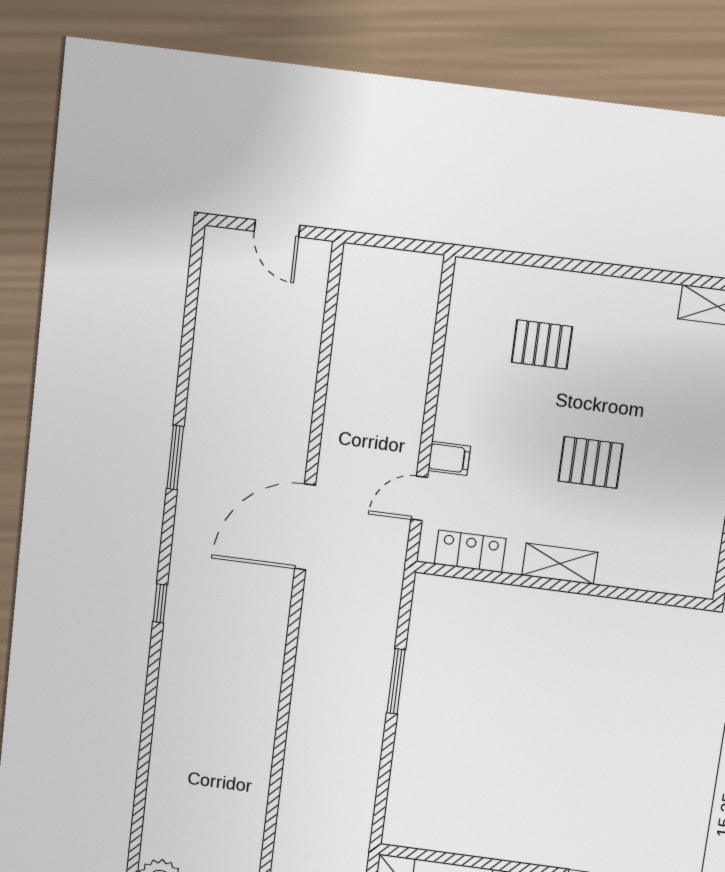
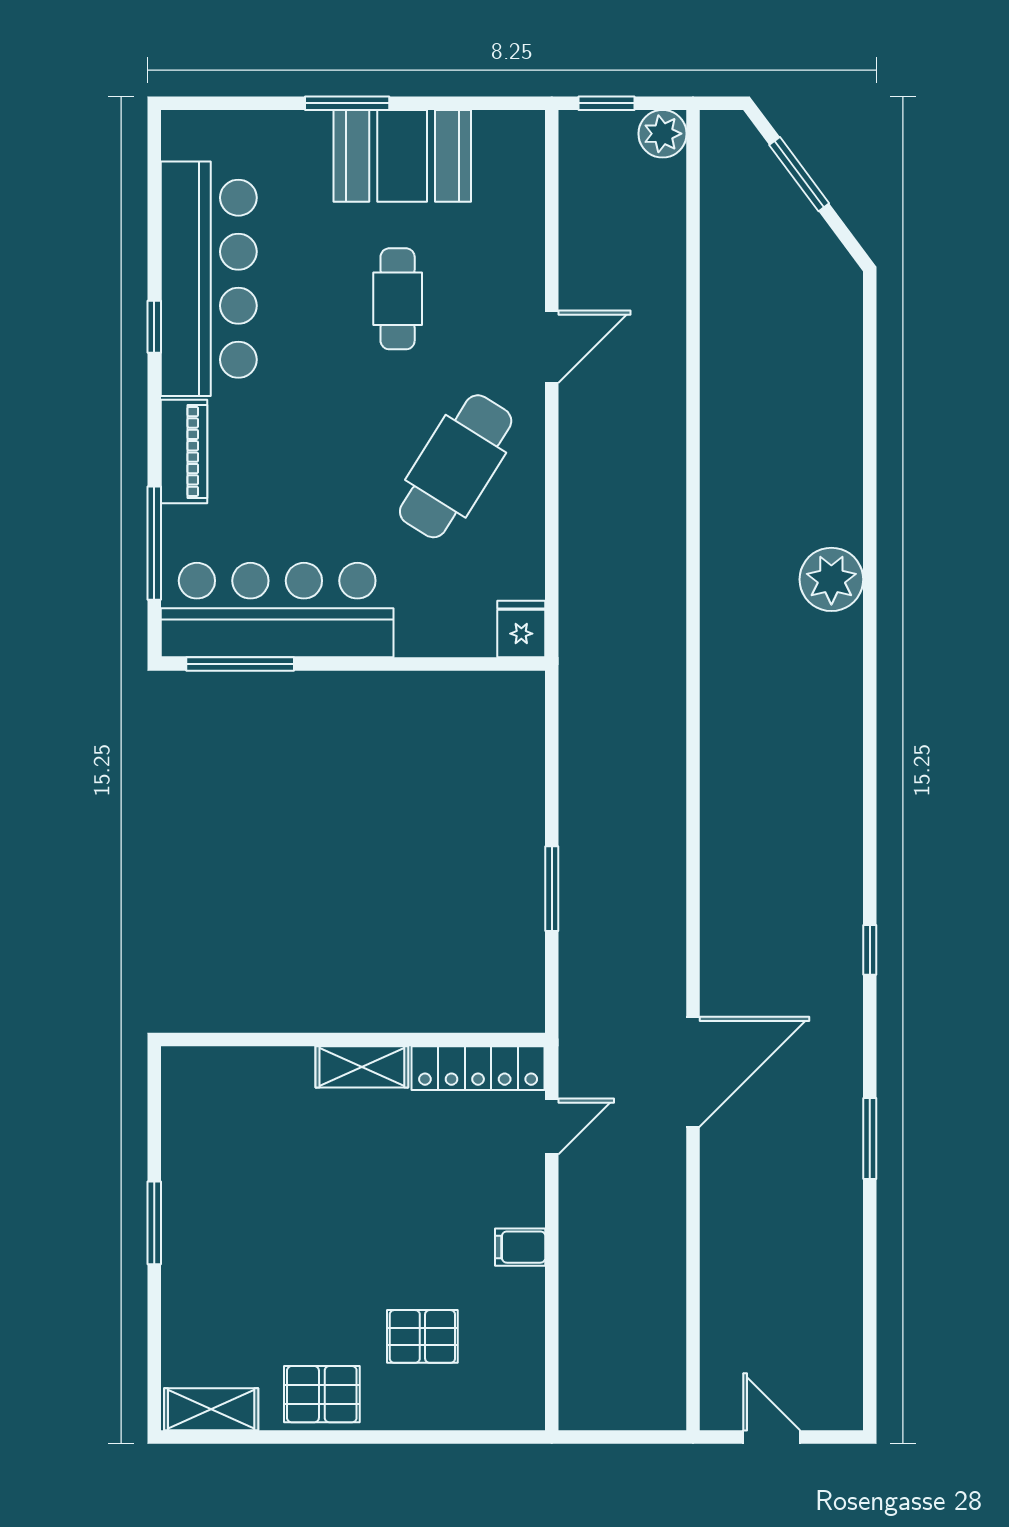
filing cabinet: (449, 458) -> (520, 1247), moved
pallet: (591, 462) -> (322, 1394), moved
locker: (470, 551) -> (478, 1068), width x1.53

